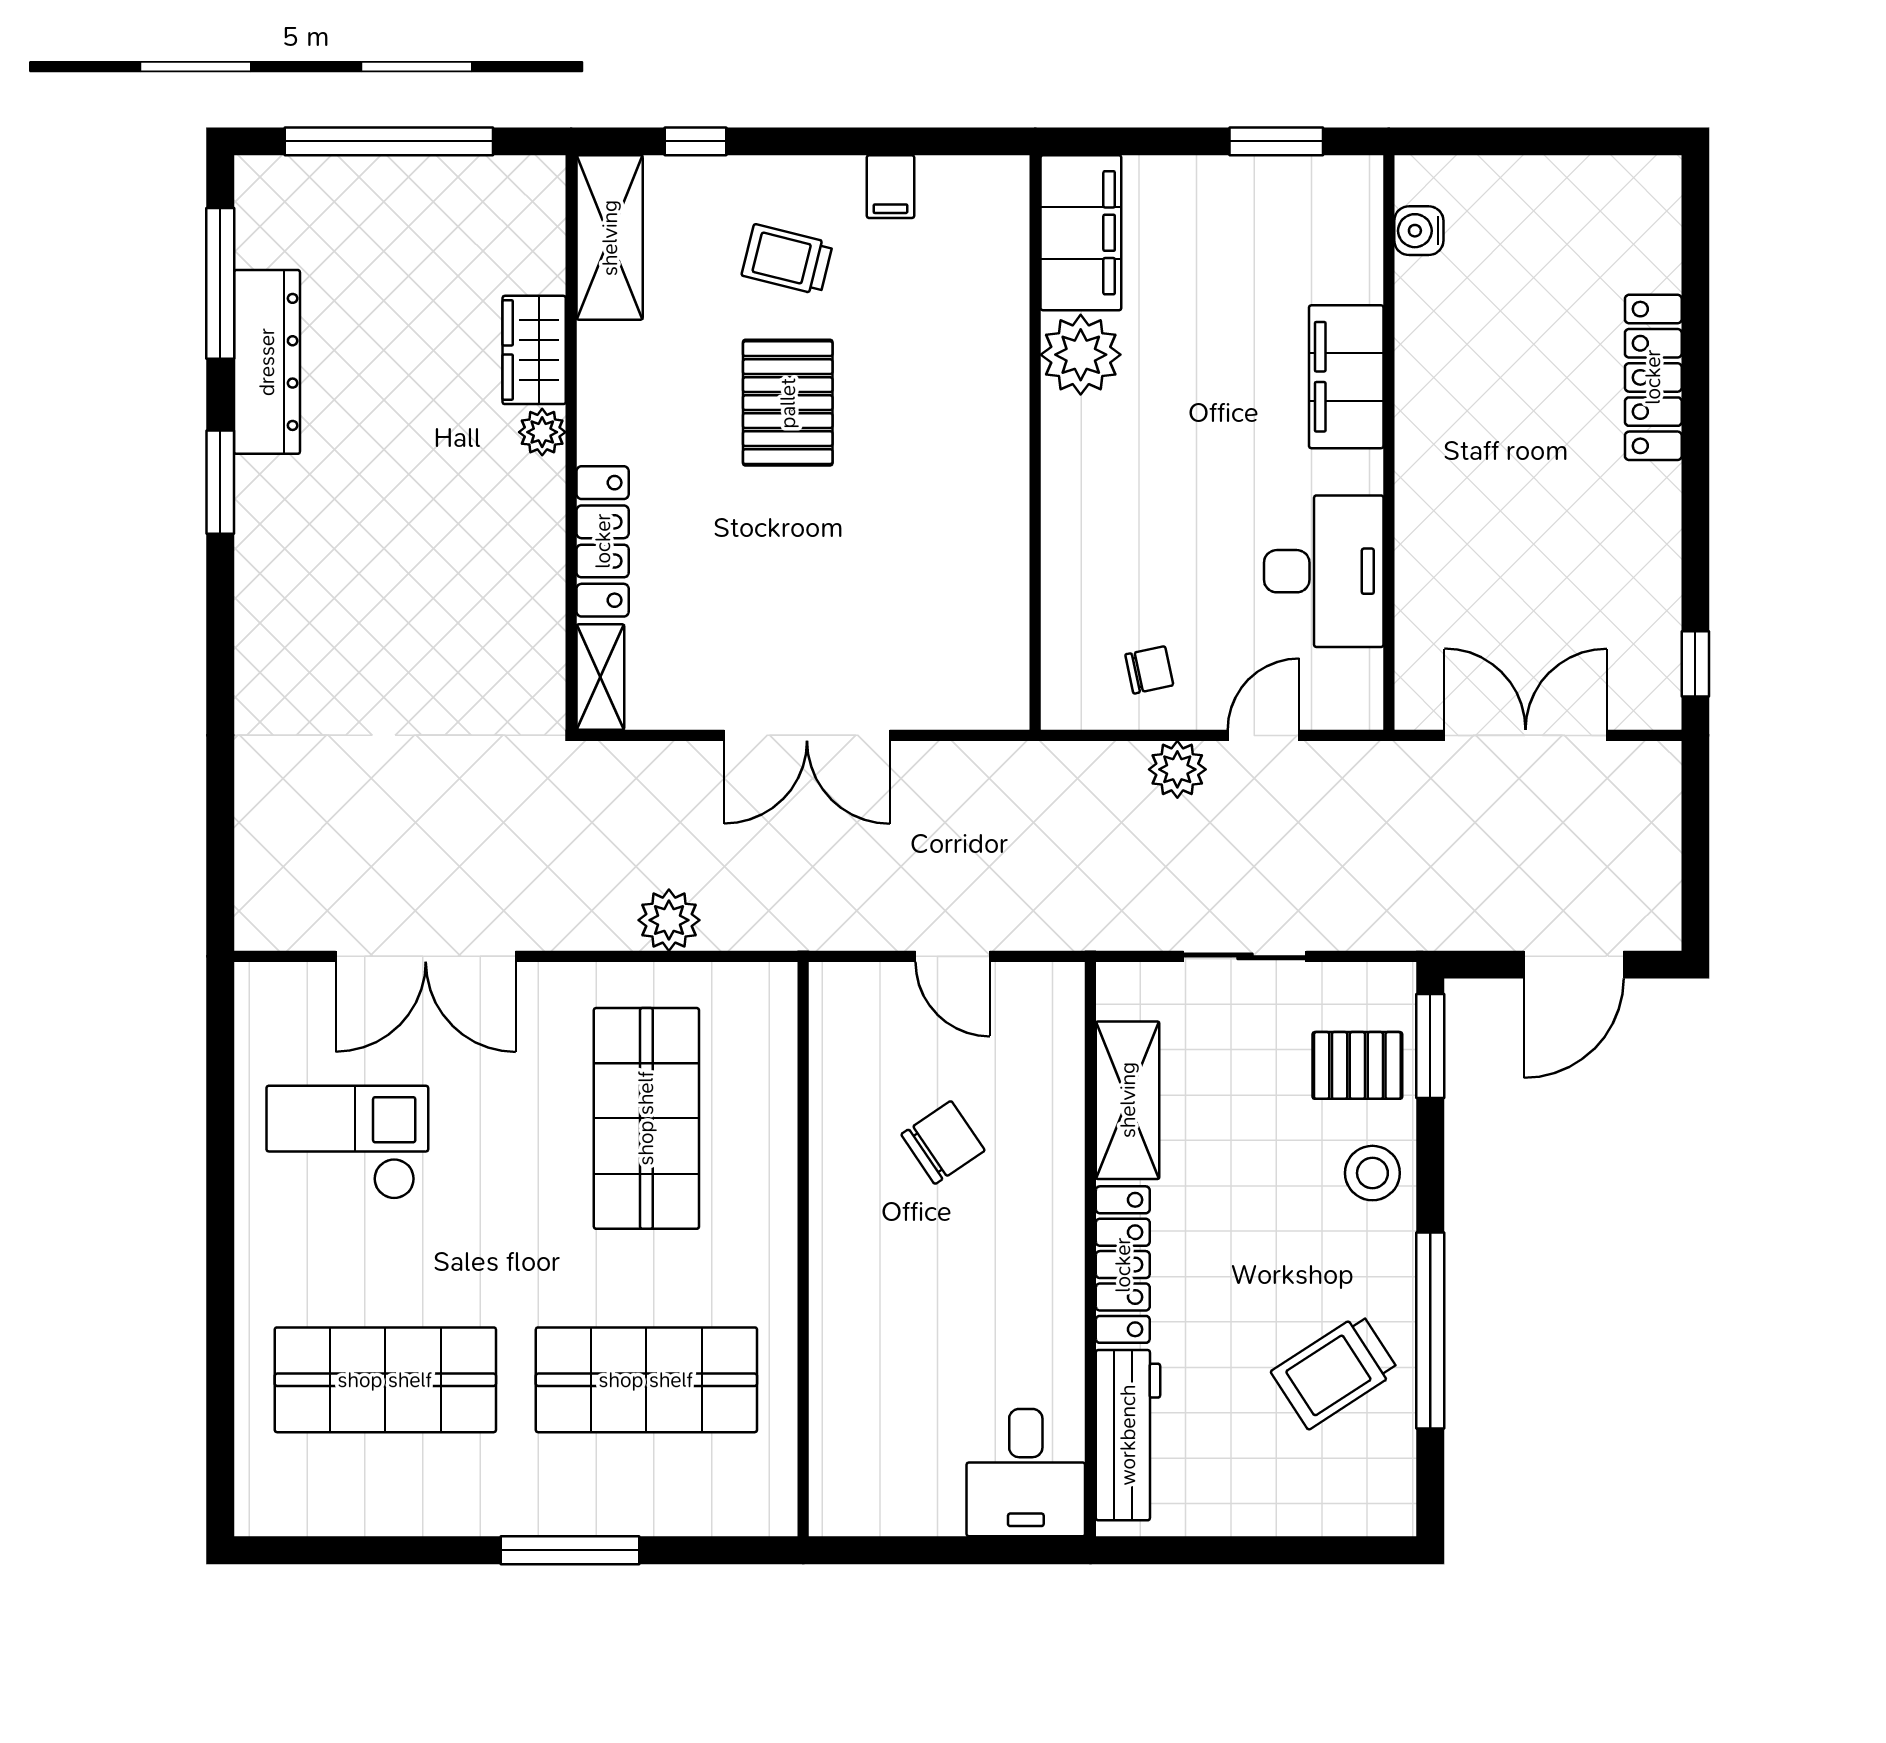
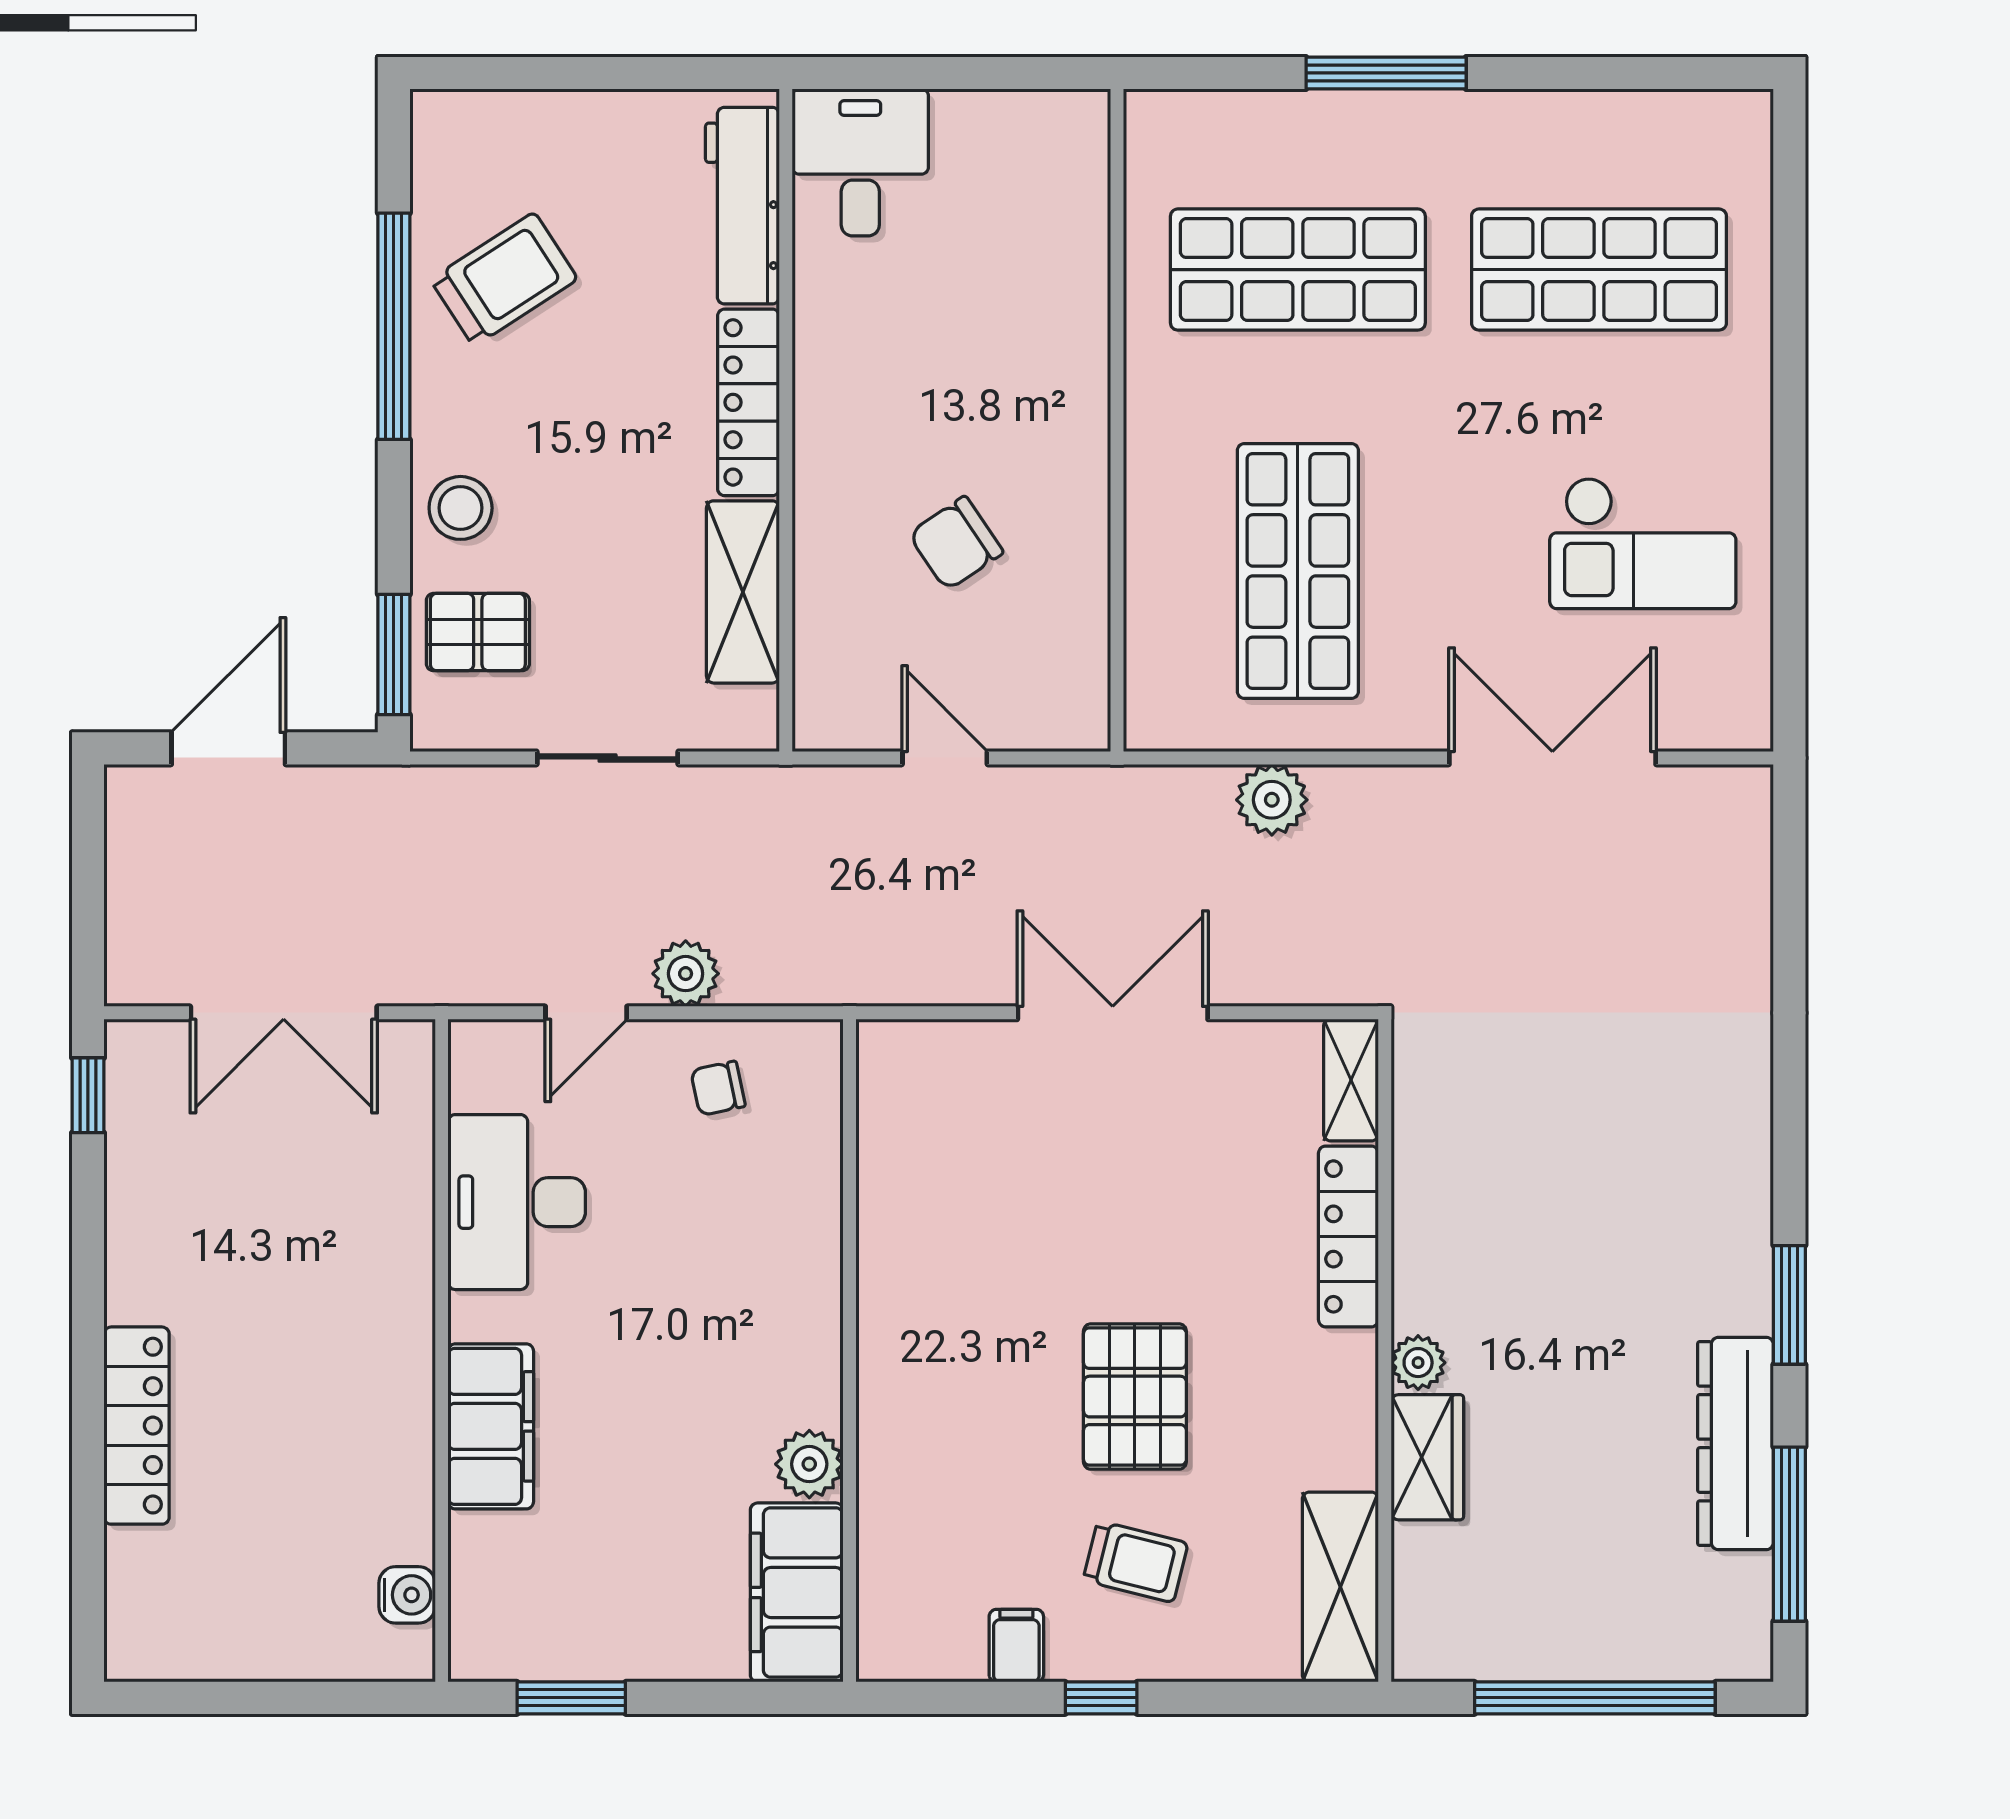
window: (696, 141) -> (1101, 1698), moved
plant: (1081, 355) -> (809, 1464), width x0.73, depth x0.73

